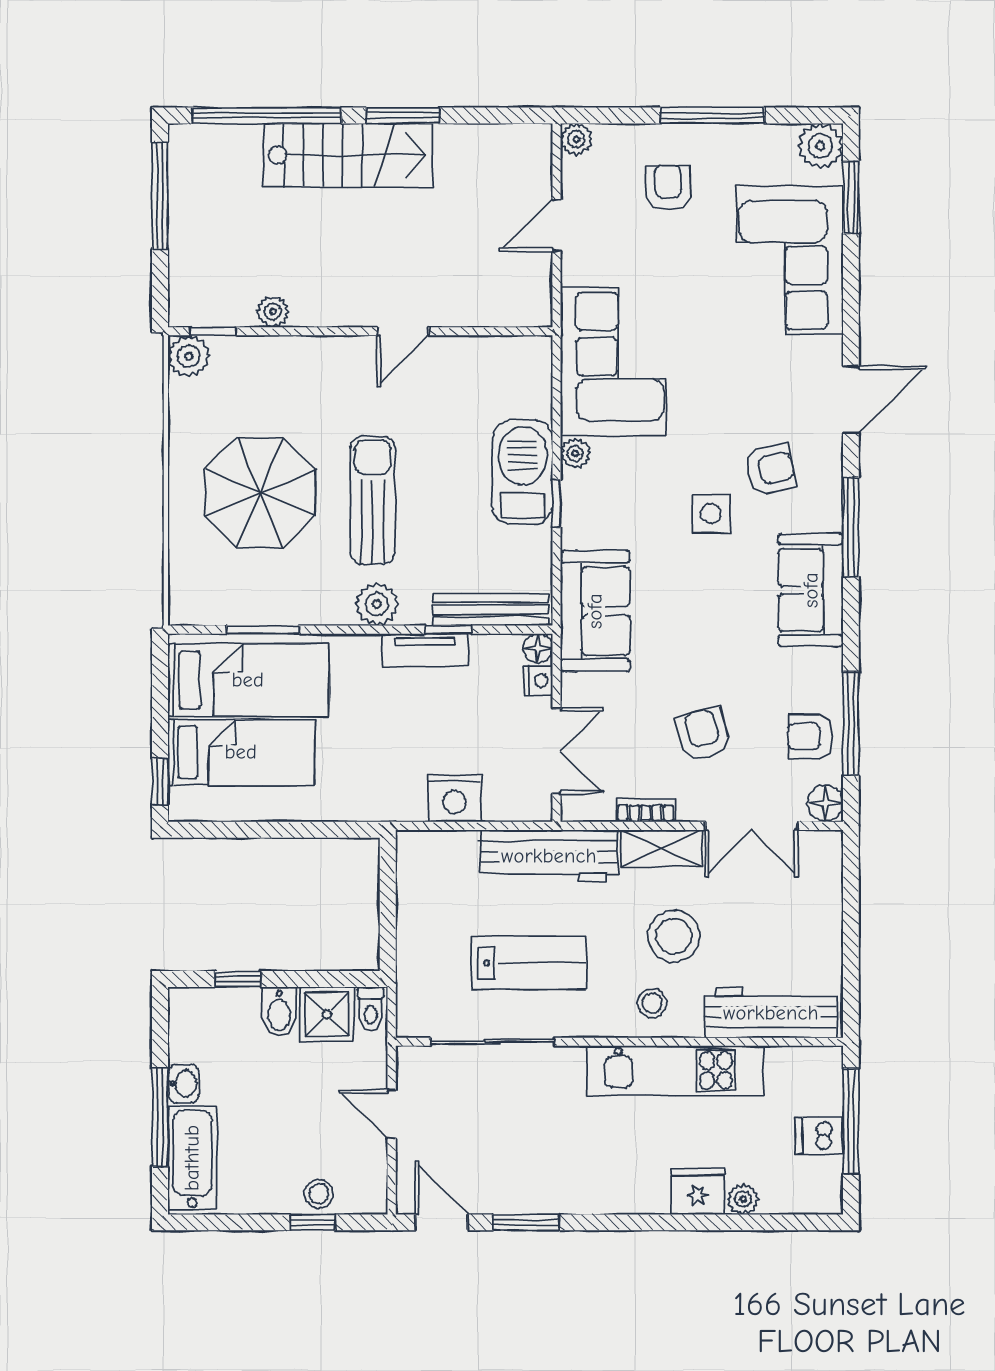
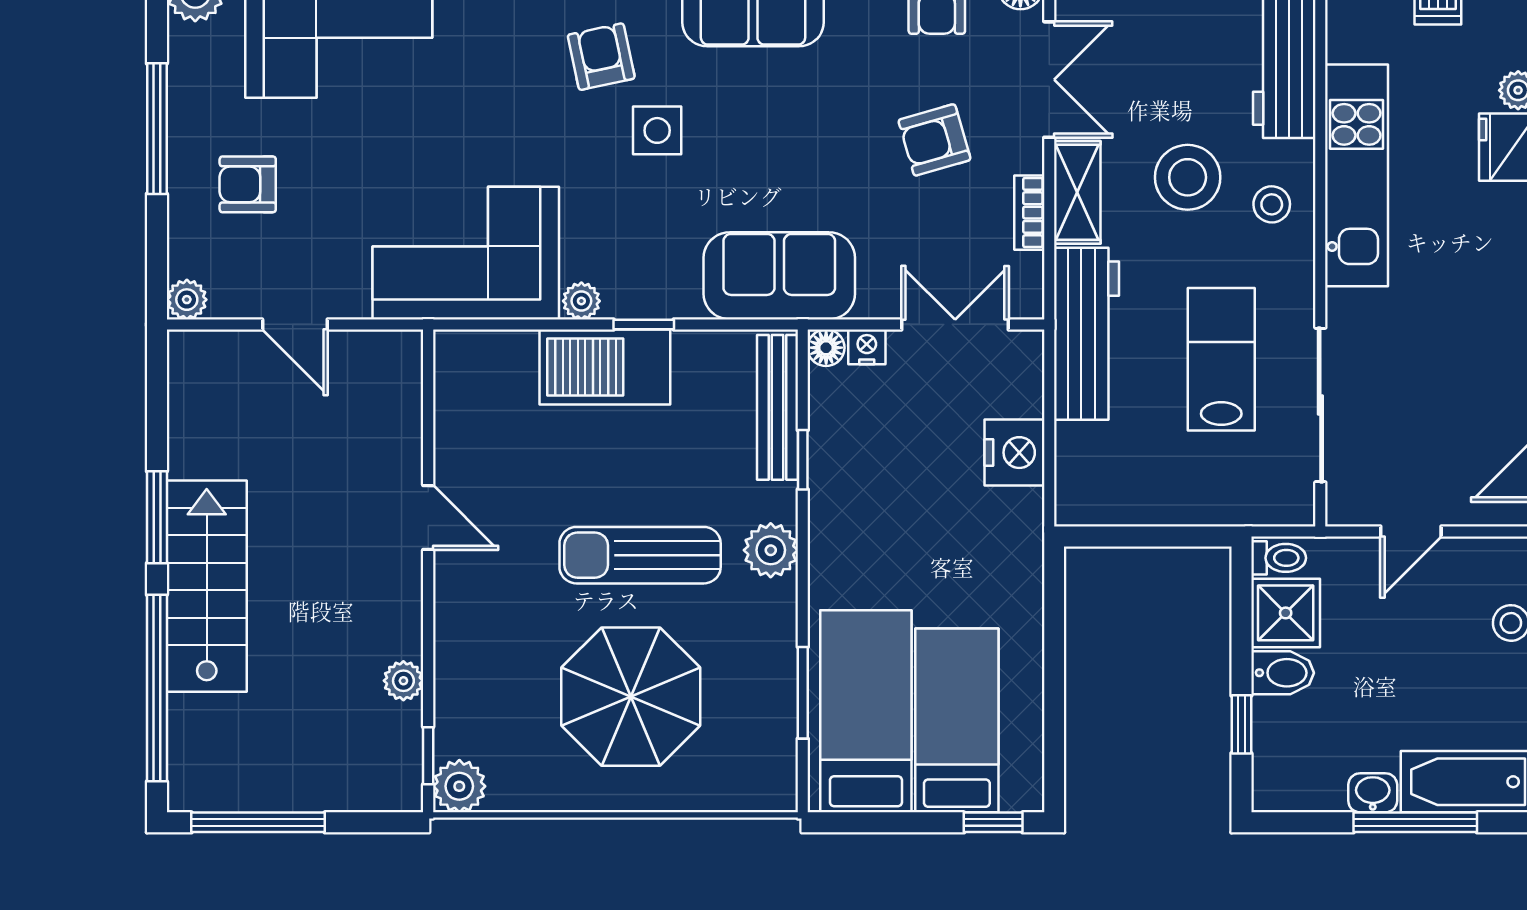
tv unit: (425, 650) -> (828, 489), removed

